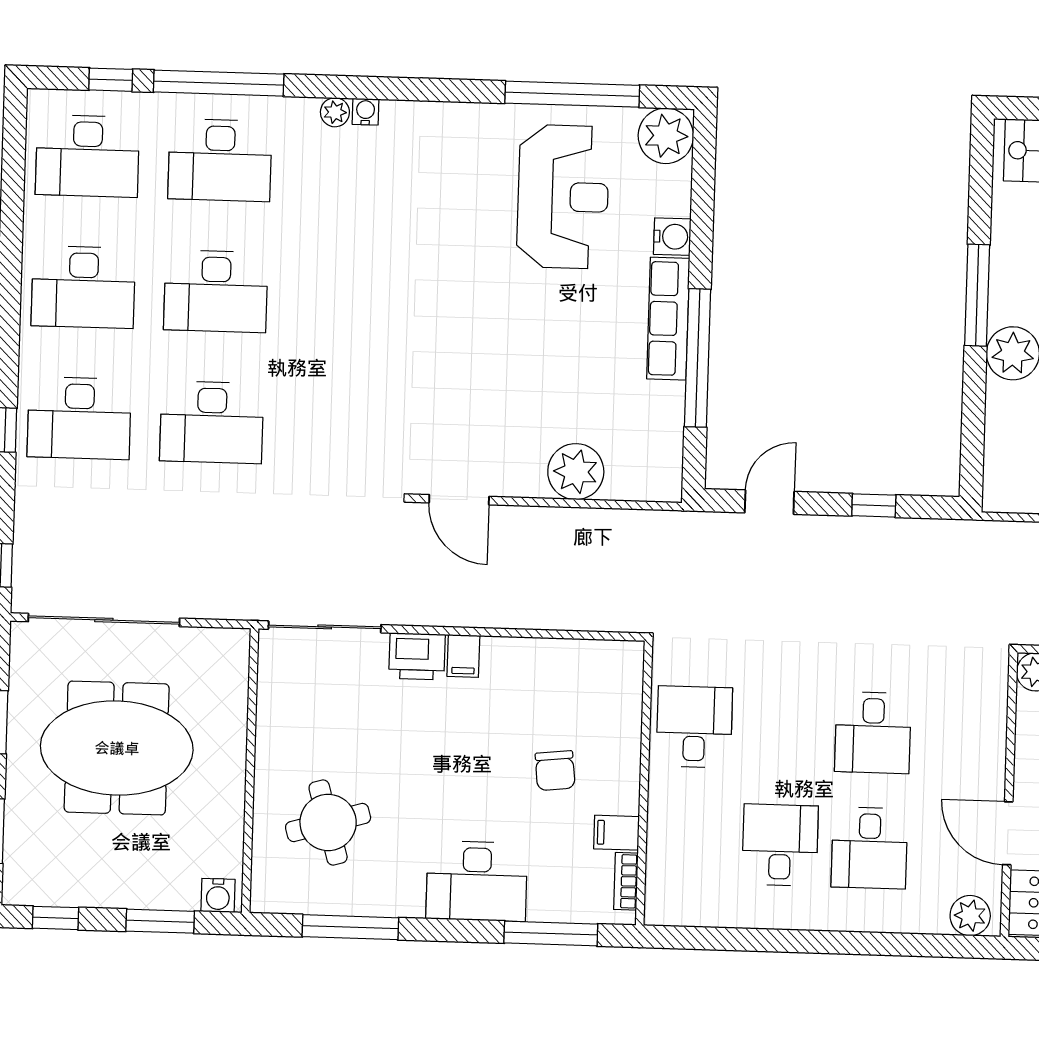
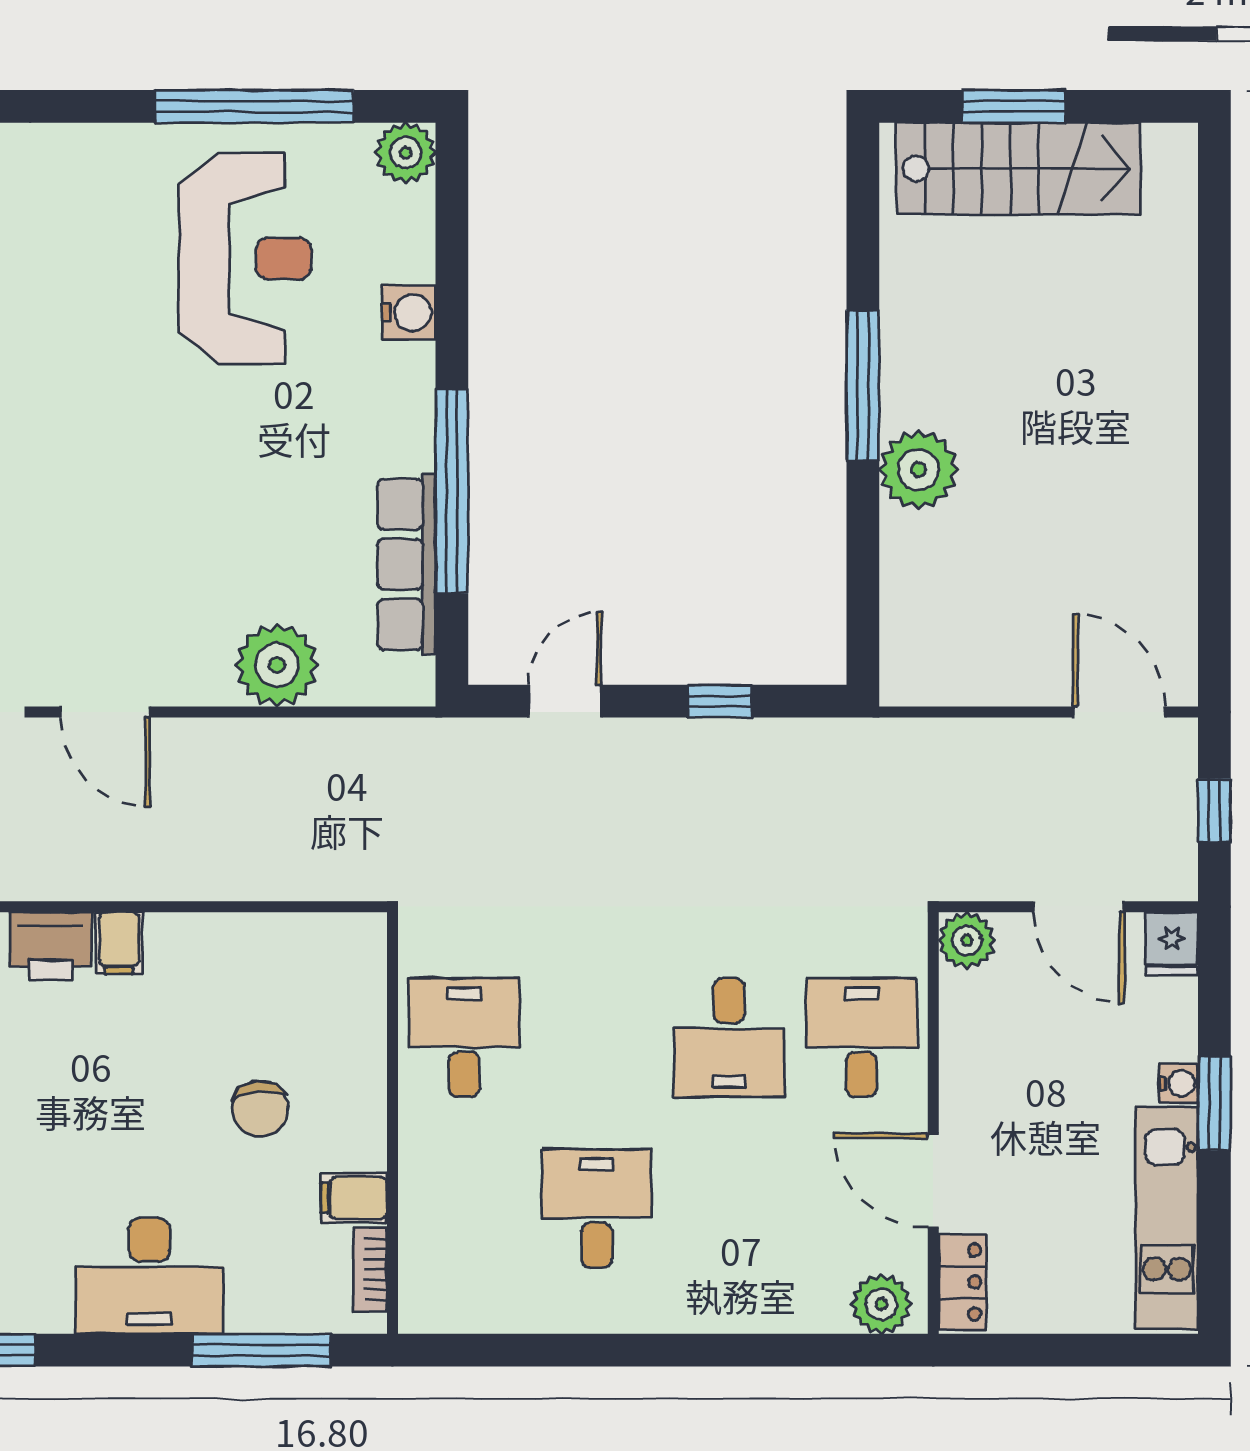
plant: (666, 136) -> (406, 153), width x0.73, depth x0.73
row of seats: (668, 319) -> (406, 564), moved
desk: (869, 848) -> (861, 1038), moved, turned 180

